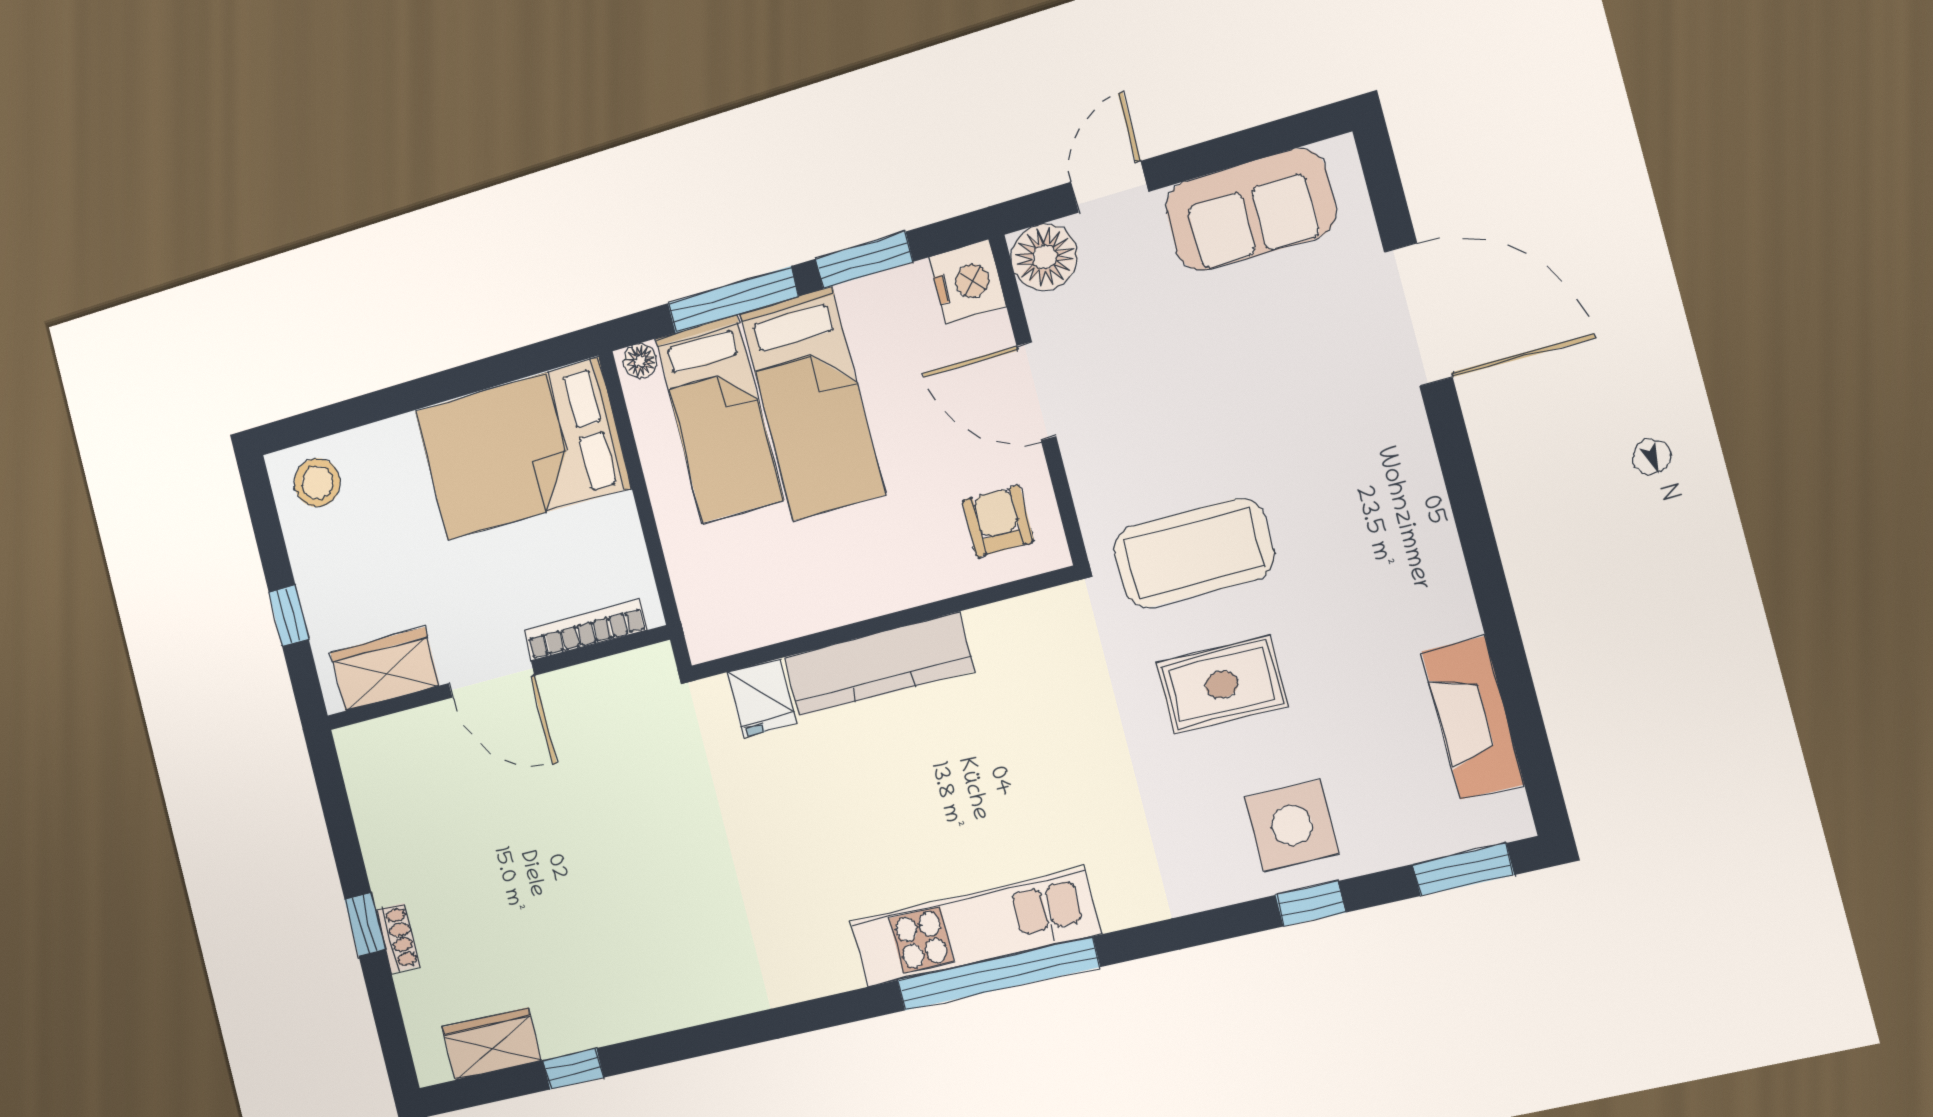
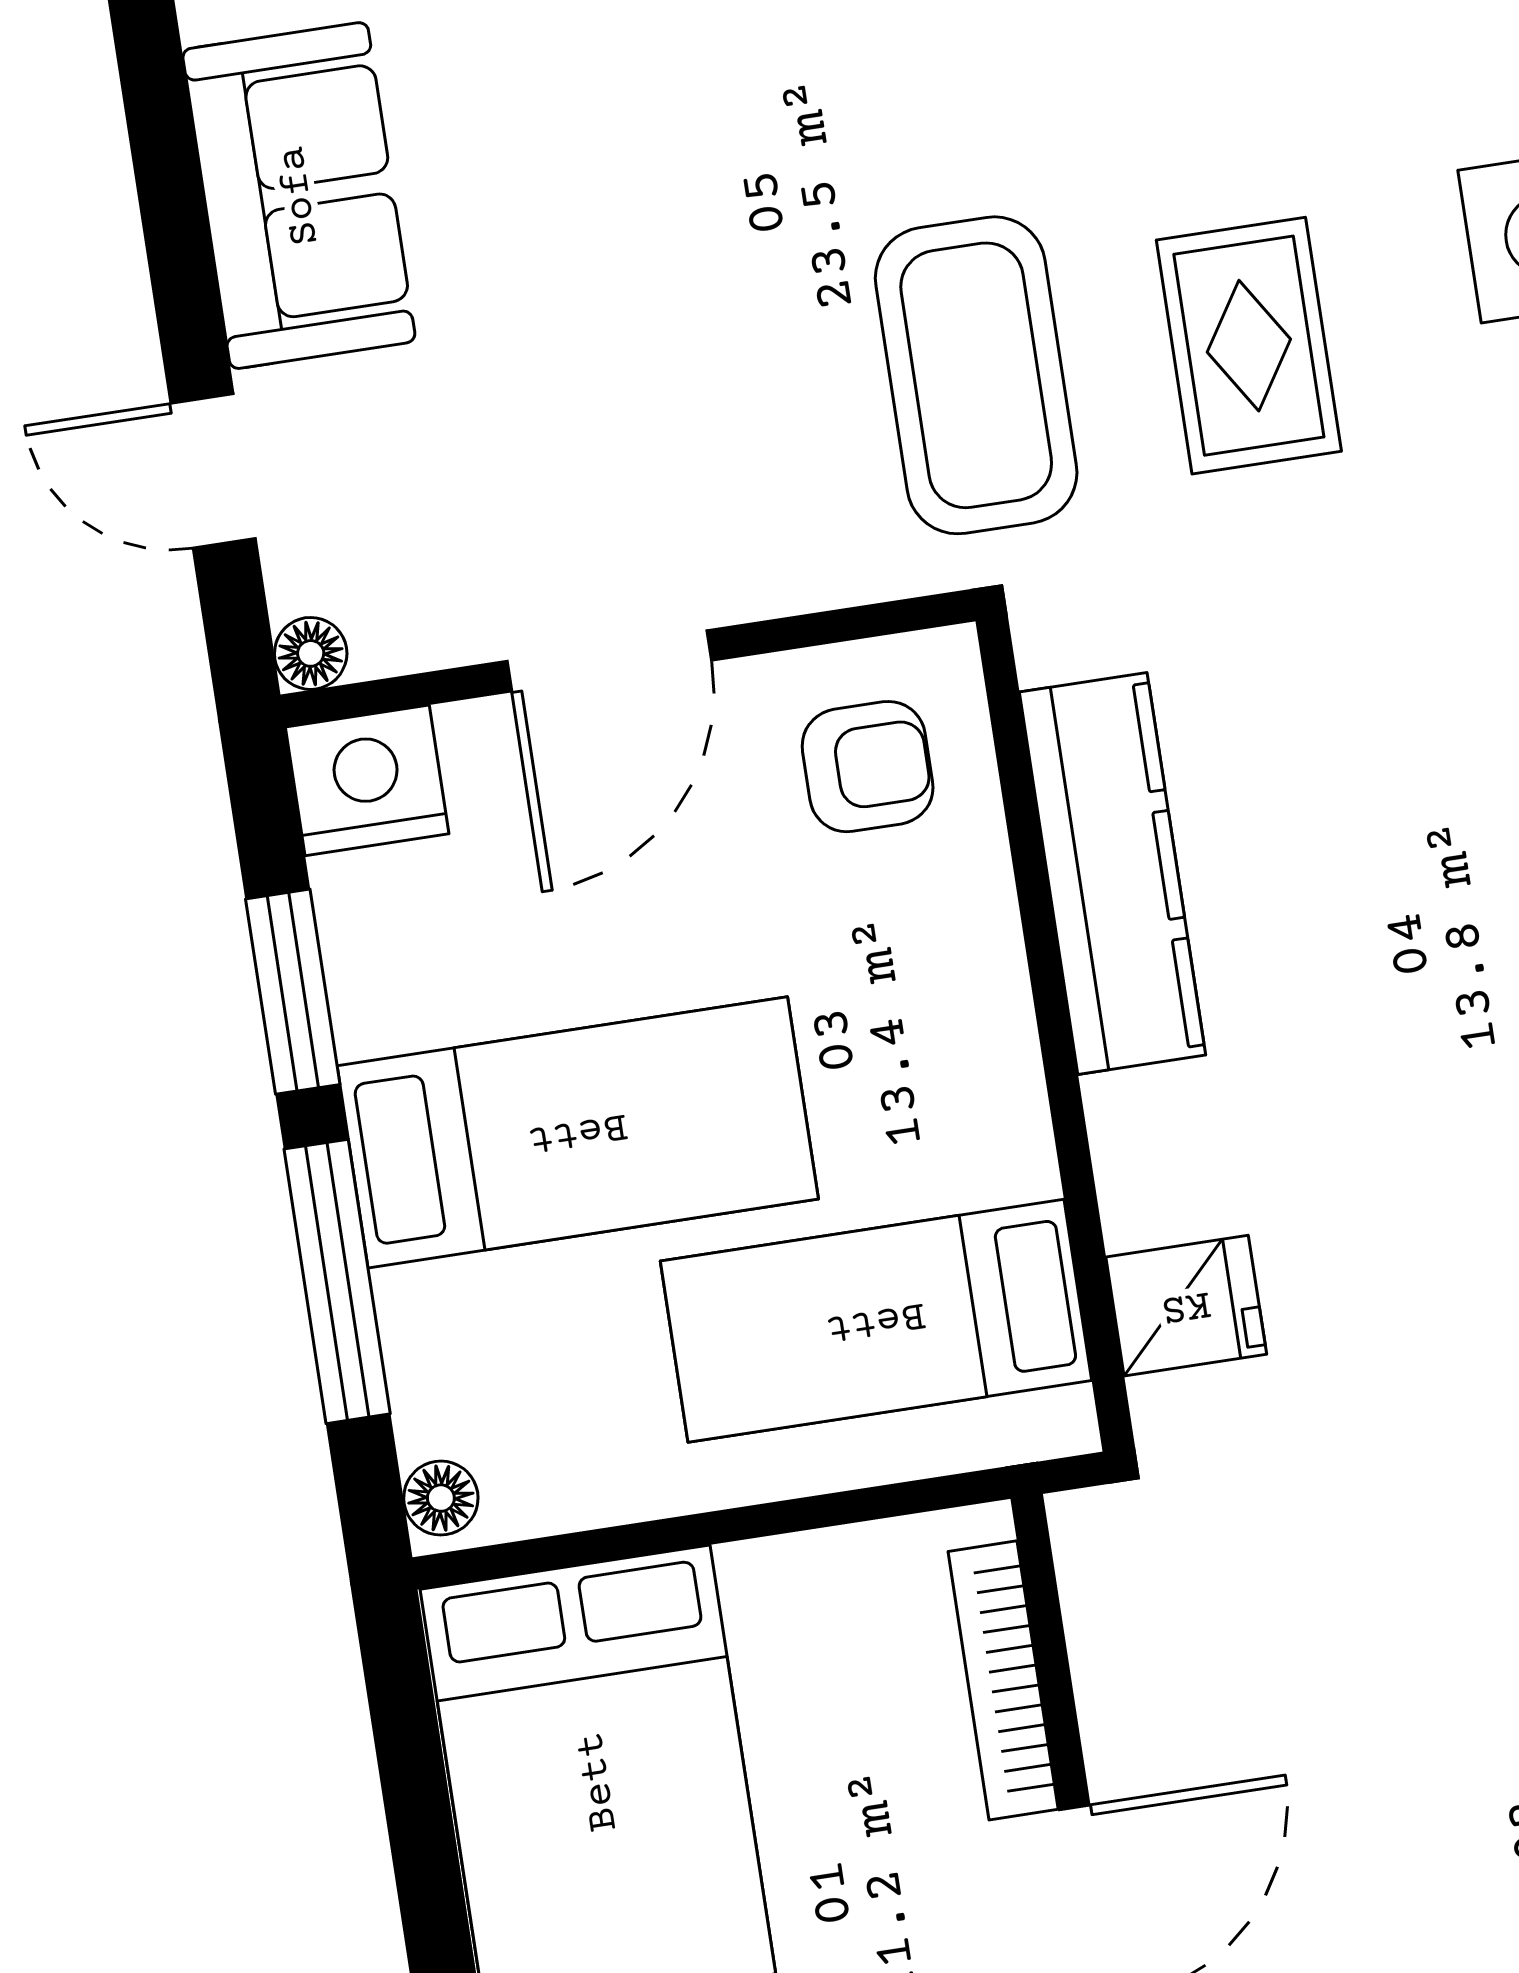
floor lamp: (1044, 257) -> (311, 653), width x0.53, depth x0.53
bed: (719, 419) -> (876, 1321), moved, turned 180
armchair: (998, 521) -> (868, 767), turned 180
kitchen counter: (878, 664) -> (1112, 873), moved

